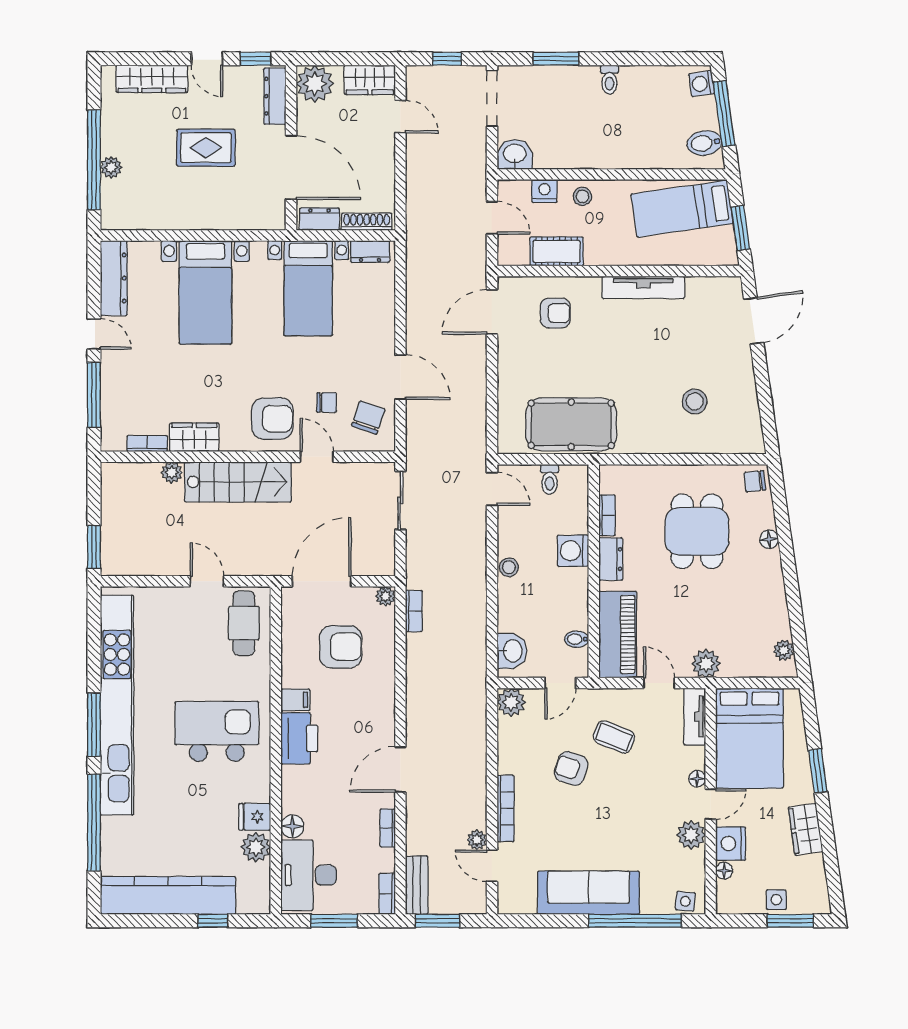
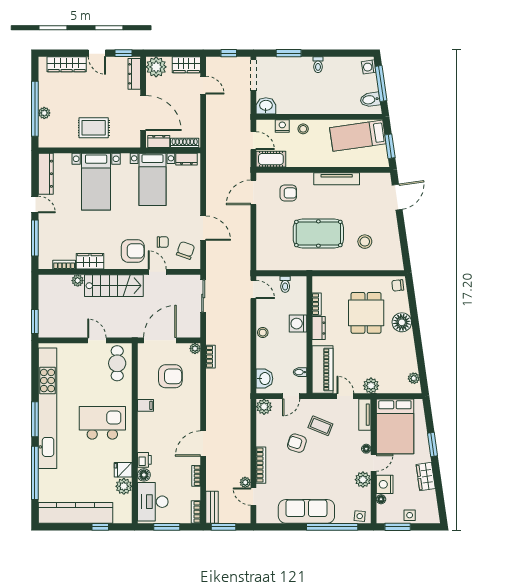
rug: (206, 148) -> (94, 128), moved
cot: (557, 251) -> (271, 159), moved
pool table: (571, 424) -> (318, 234), moved
floor lamp: (769, 539) -> (402, 322), width x1.89, depth x1.89
printer: (299, 738) -> (144, 460), moved, width x0.53, depth x0.68
window: (790, 921) -> (398, 527), moved

